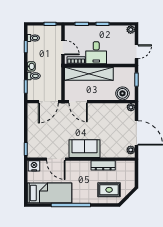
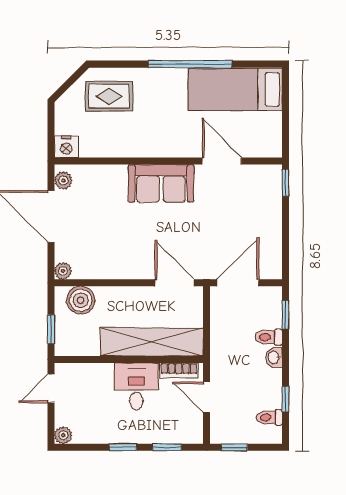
dresser: (103, 165) -> (122, 148), removed
nightstand: (34, 166) -> (66, 147), moved

